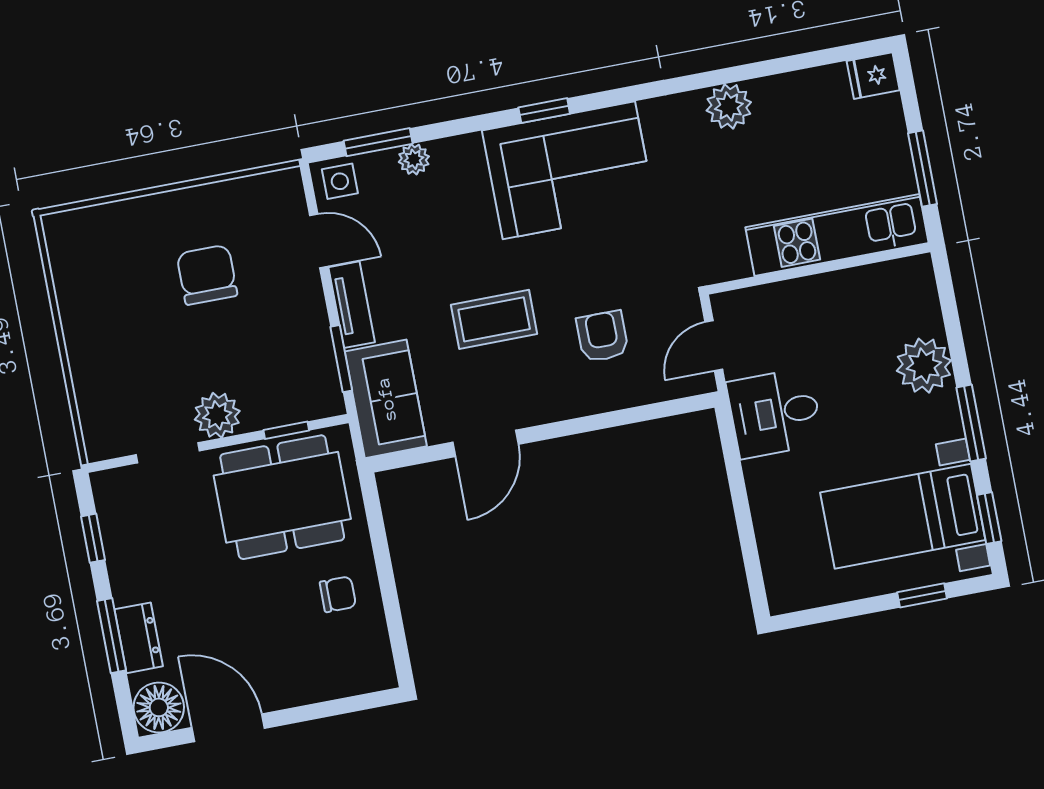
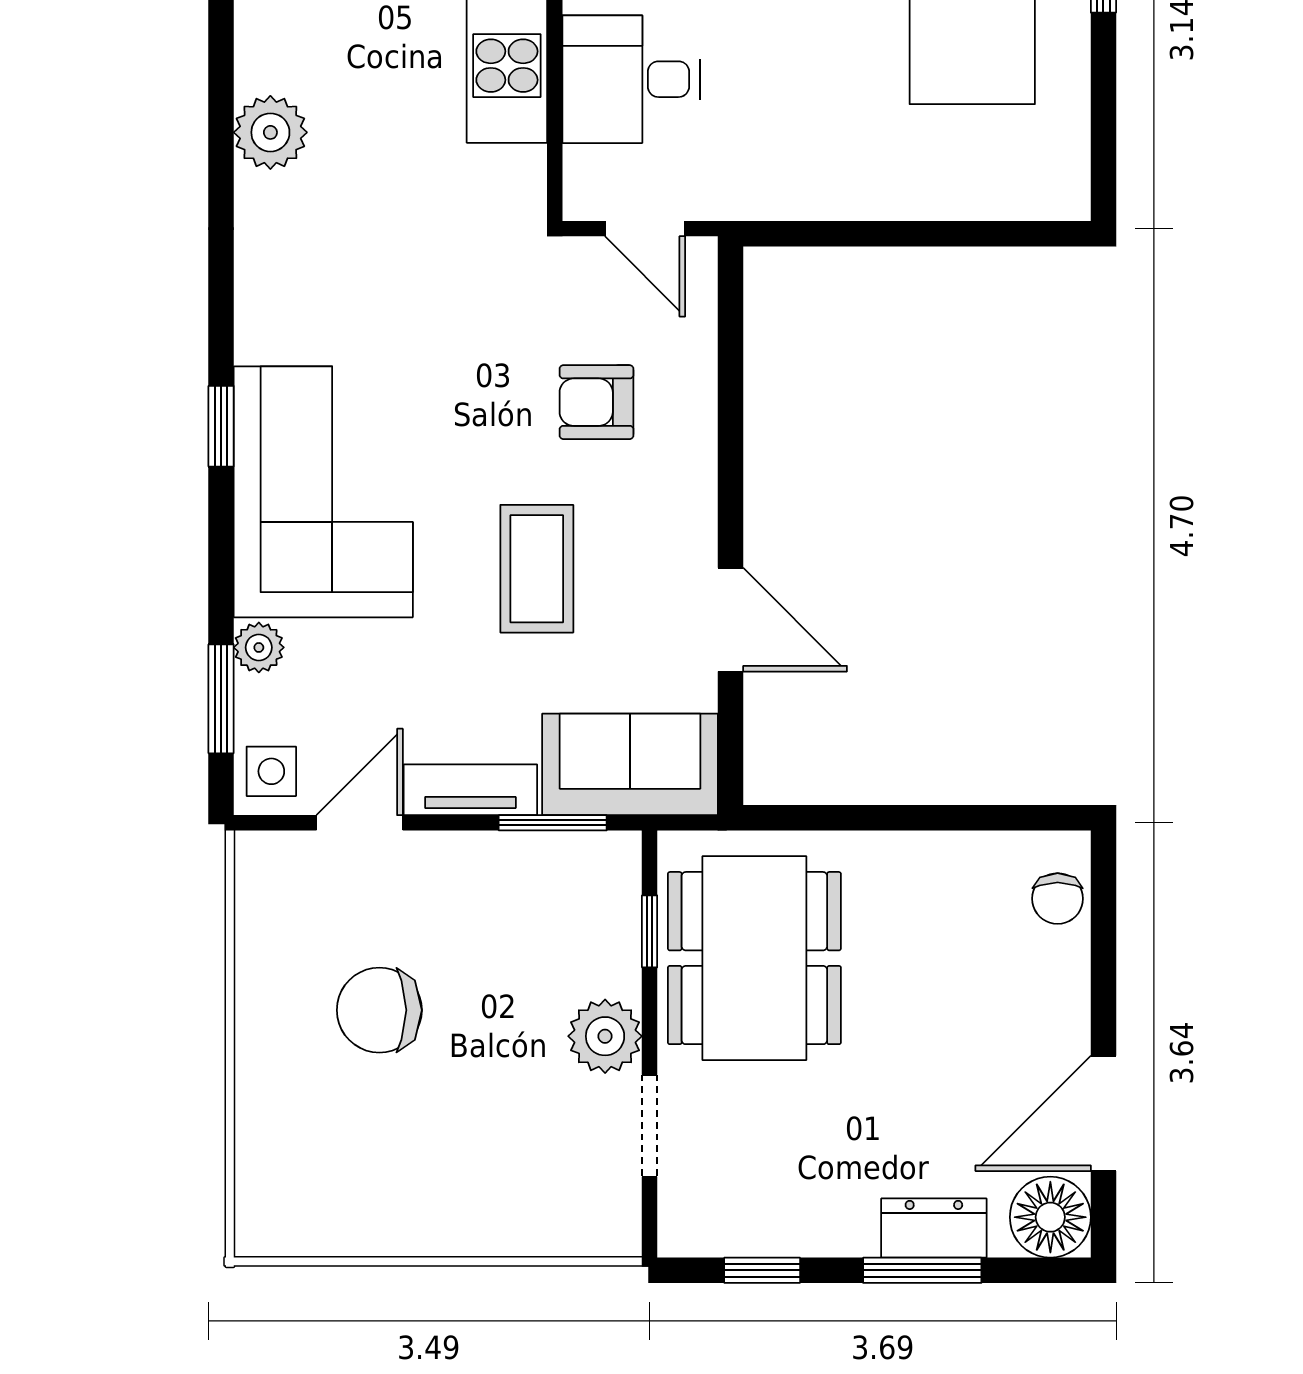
corner sofa: (569, 170) -> (323, 492), moved
desk: (775, 413) -> (631, 79), moved, turned 90
chair: (338, 594) -> (1058, 899), moved, turned 180

